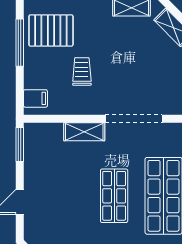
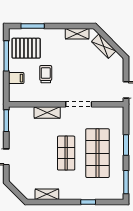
filing cabinet: (35, 98) -> (16, 78), moved
doorway: (134, 119) -> (79, 104), width x0.73

